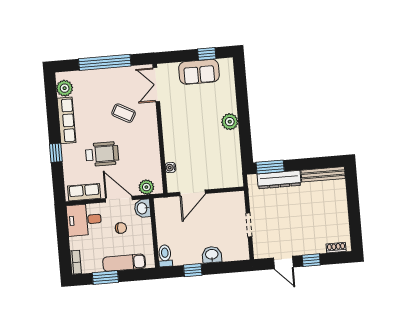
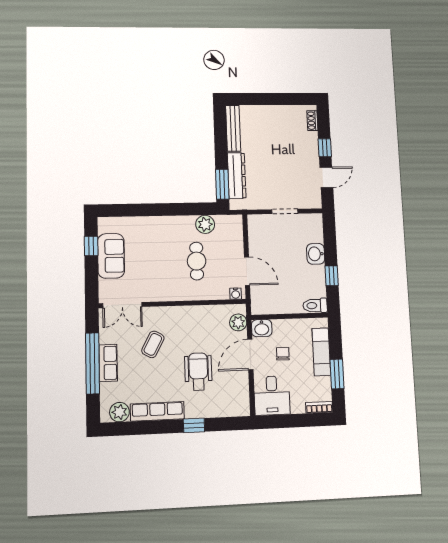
plant: (230, 122) -> (205, 224), moved
cafe table: (199, 147) -> (197, 261), added
water cooler: (170, 168) -> (236, 294), moved
row of seats: (84, 192) -> (108, 363), moved, turned 180

